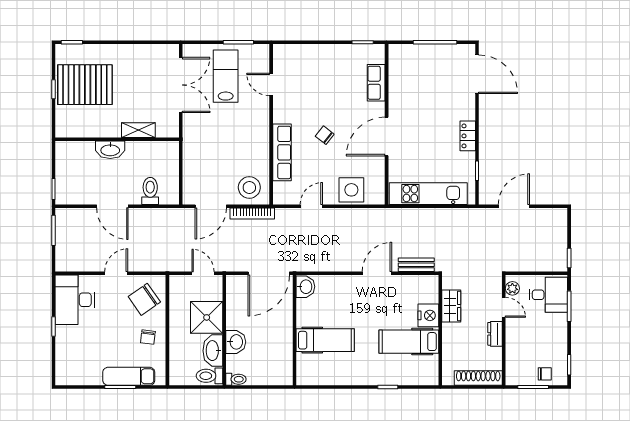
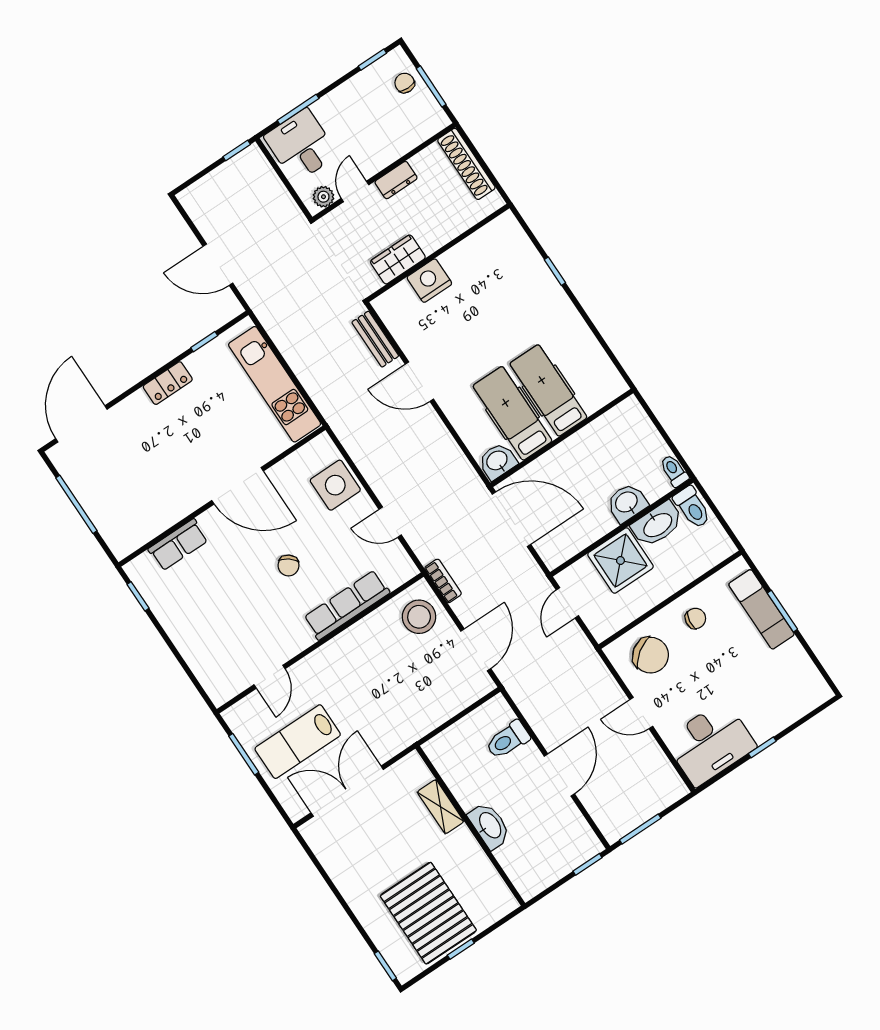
door: (211, 206) -> (476, 650), hinge flipped
bookcase: (252, 214) -> (443, 581), width x0.64
hospital bed: (409, 342) -> (513, 413), moved, turned 180

